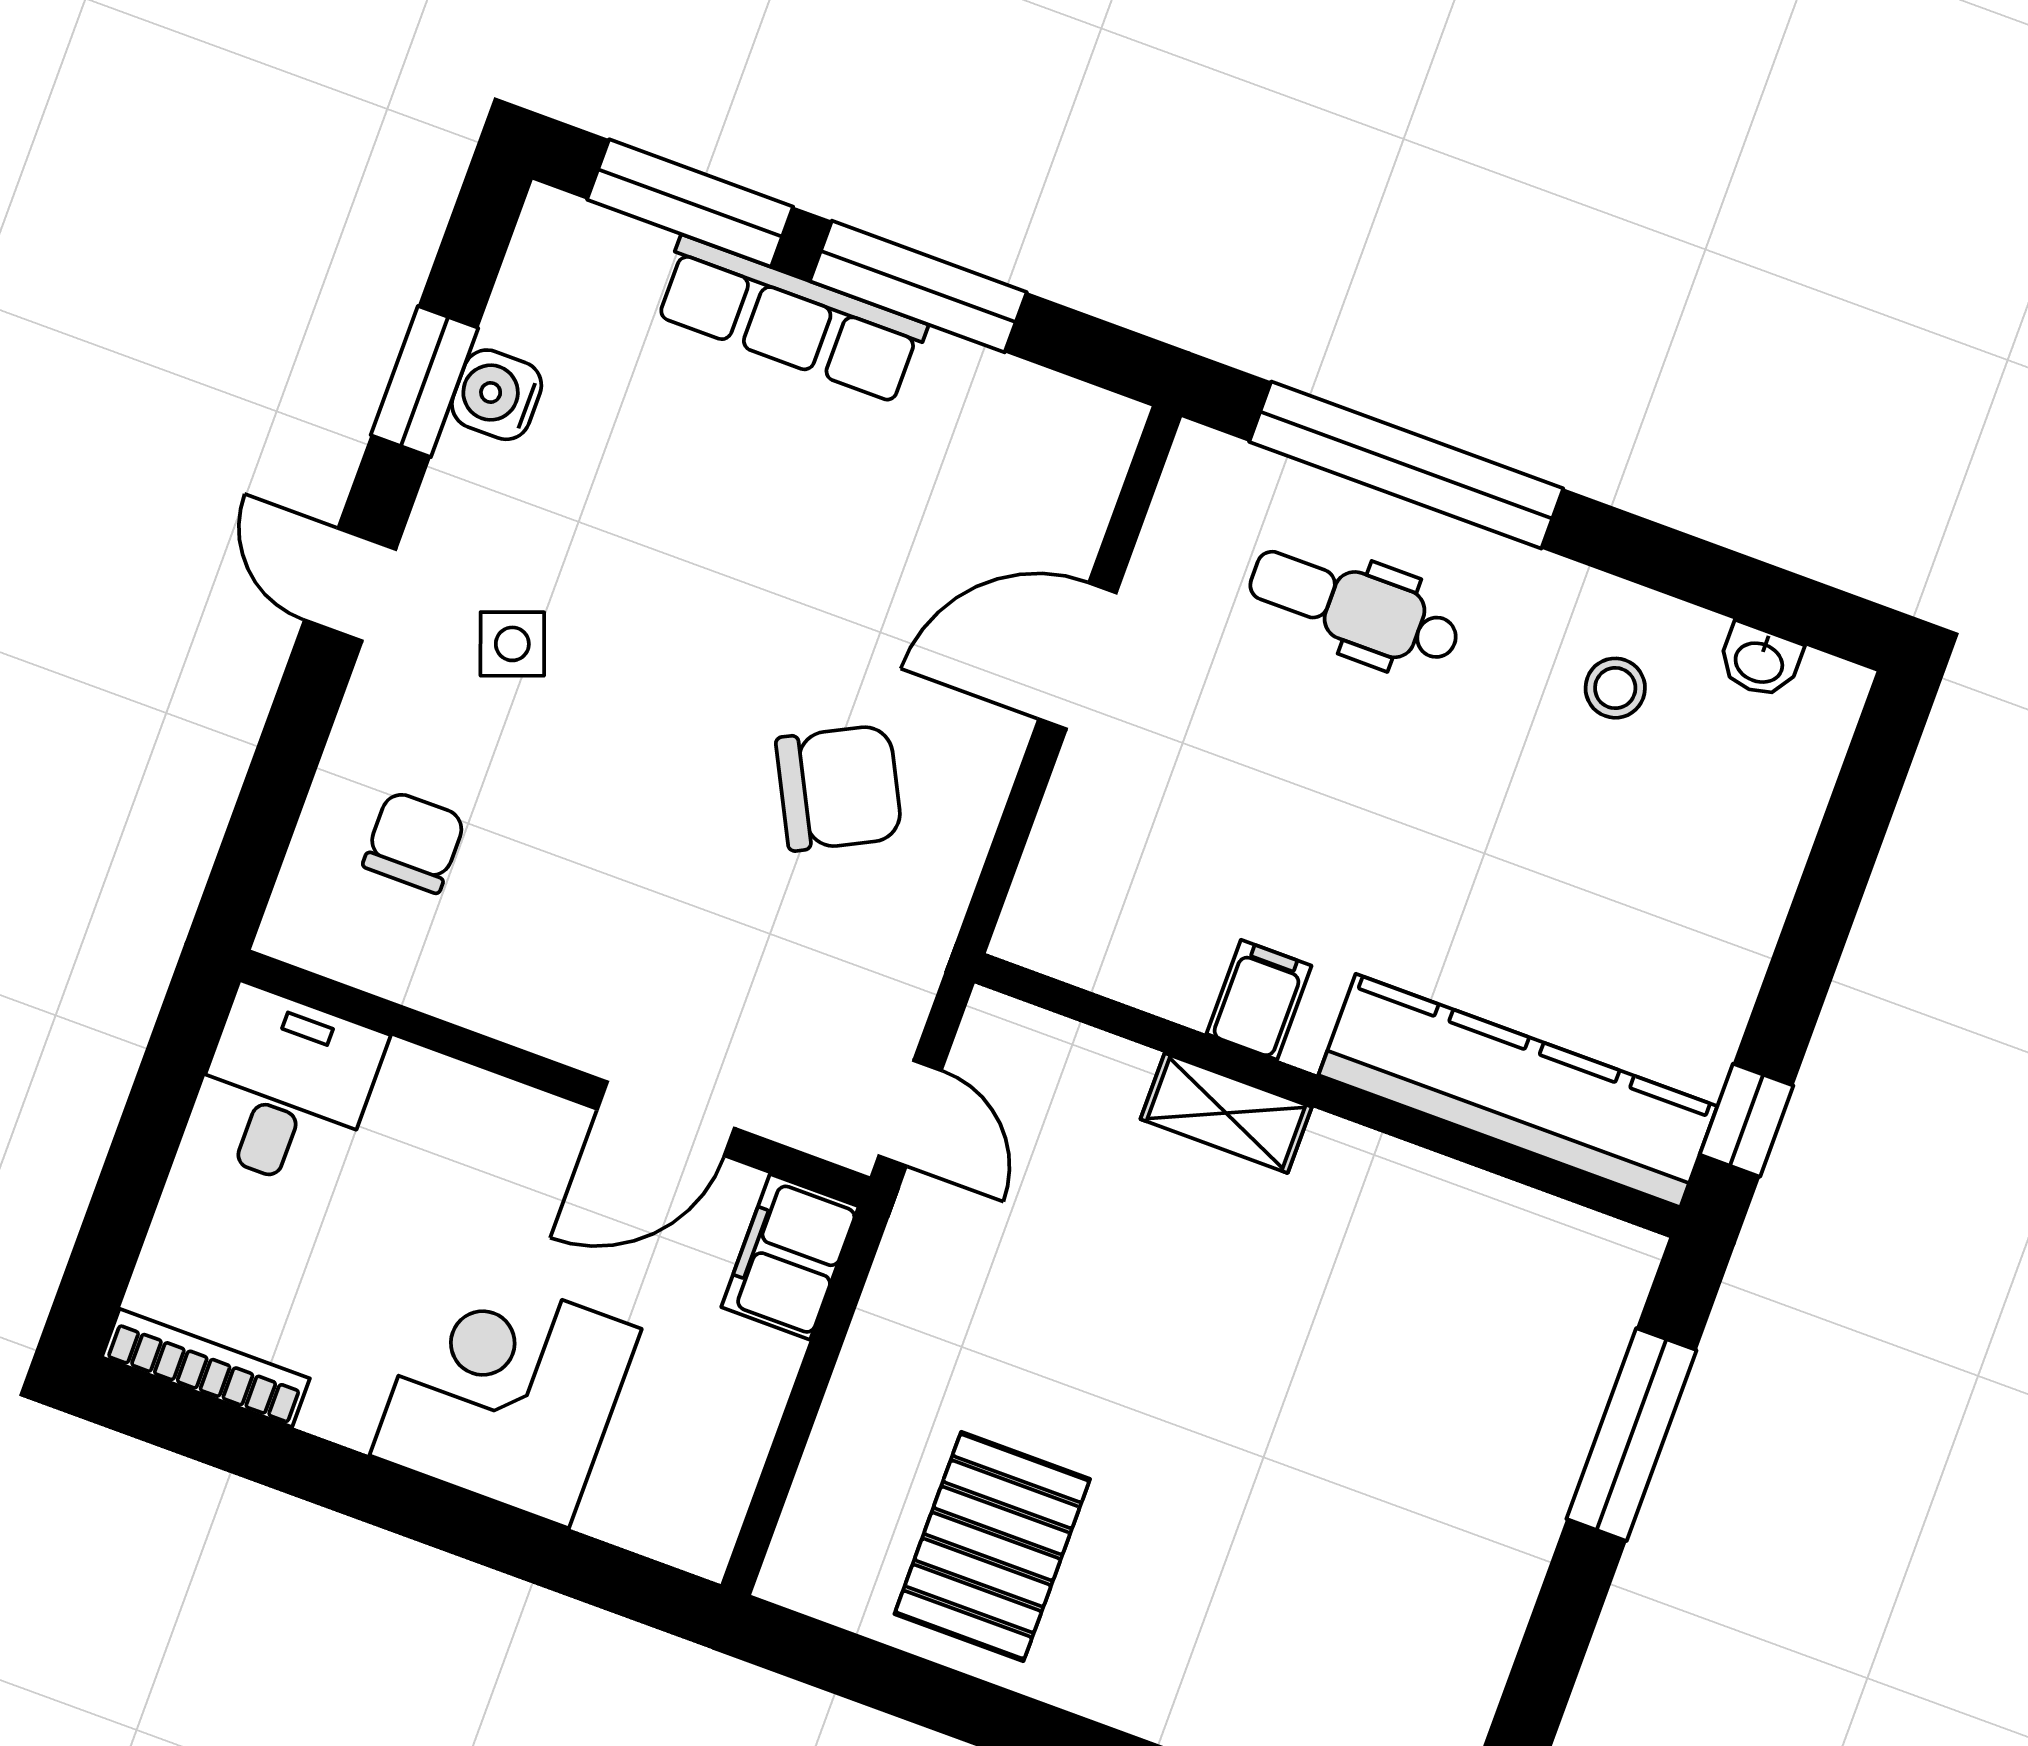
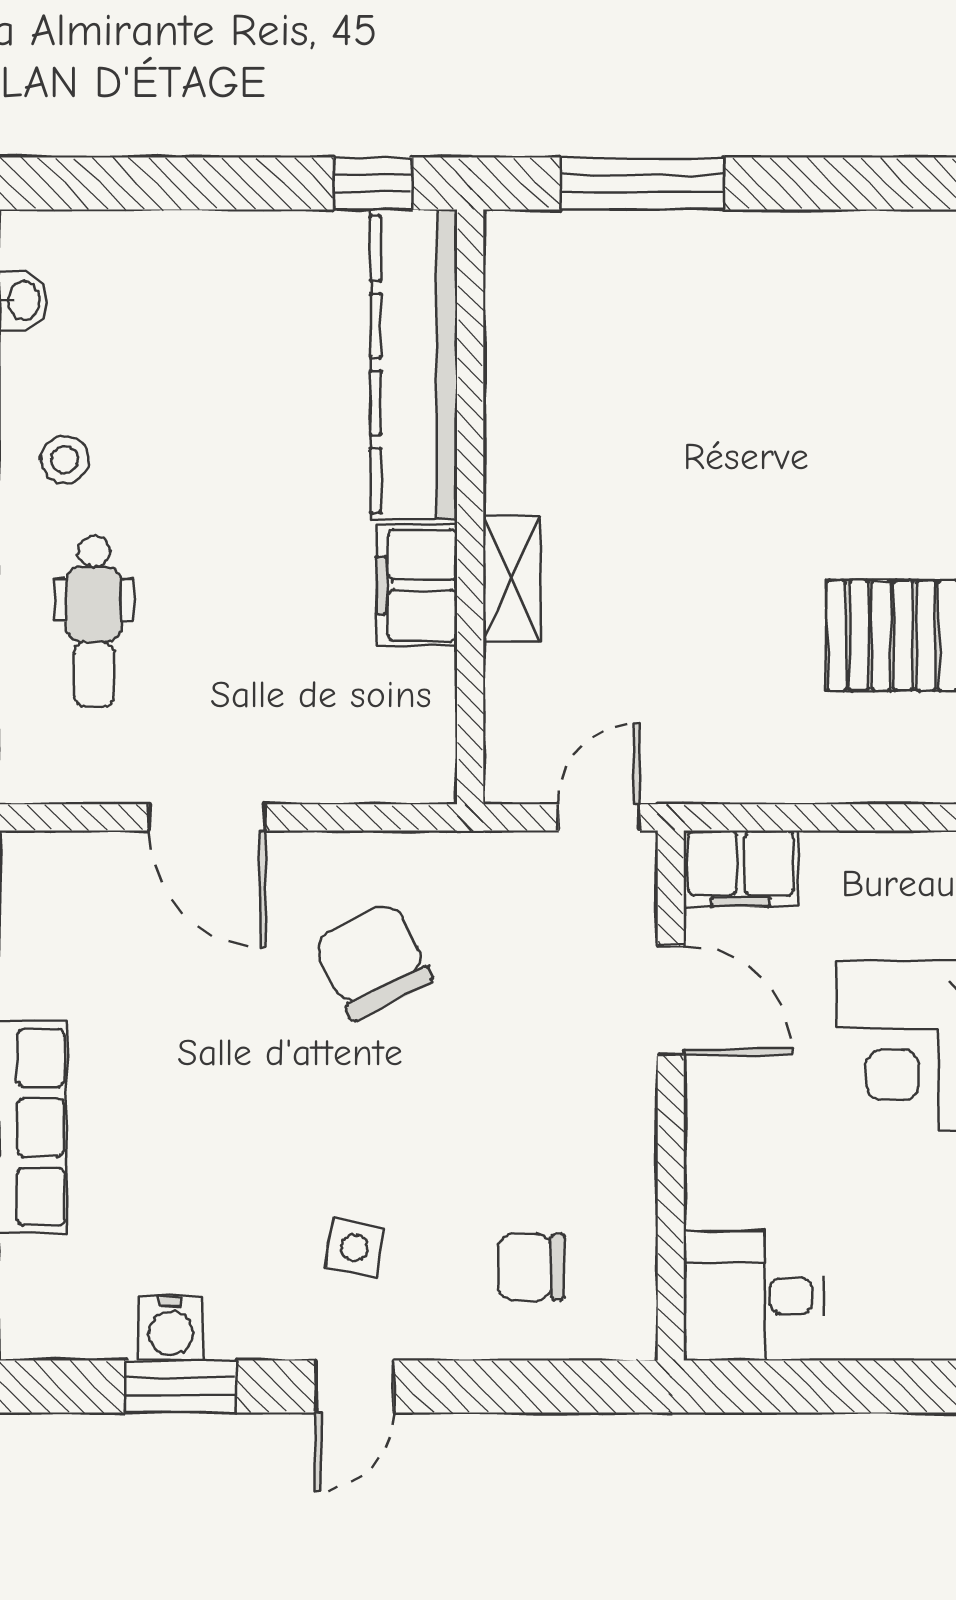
side table: (512, 644) -> (354, 1248), turned 31
stool: (1615, 688) -> (65, 460), moved
filing cabinet: (1259, 1000) -> (417, 585), width x2.00

